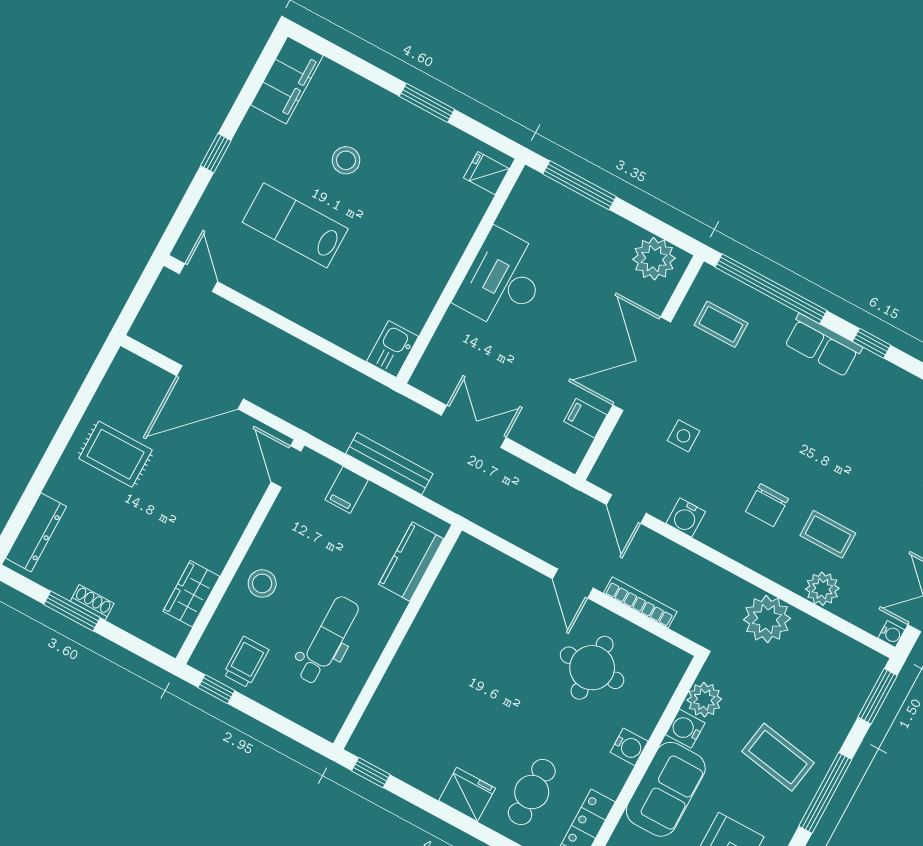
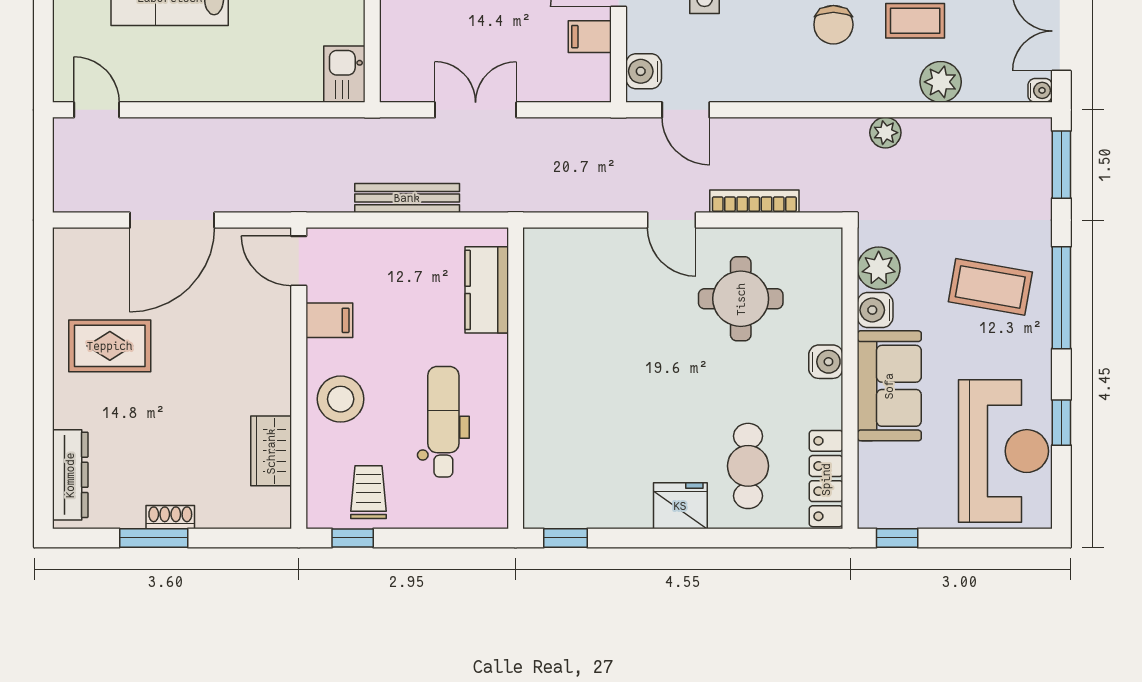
filing cabinet: (347, 490) -> (329, 320), moved, turned -90
water cooler: (686, 518) -> (644, 71), moved, turned 90
stool: (262, 583) -> (341, 399), width x1.38, depth x1.38
plant: (767, 619) -> (885, 133), width x0.53, depth x0.53

